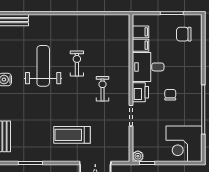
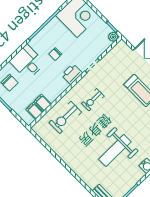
exercise bike: (77, 64) -> (65, 117), moved, width x1.38, depth x1.39
desk: (148, 67) -> (27, 62), moved, turned 180

